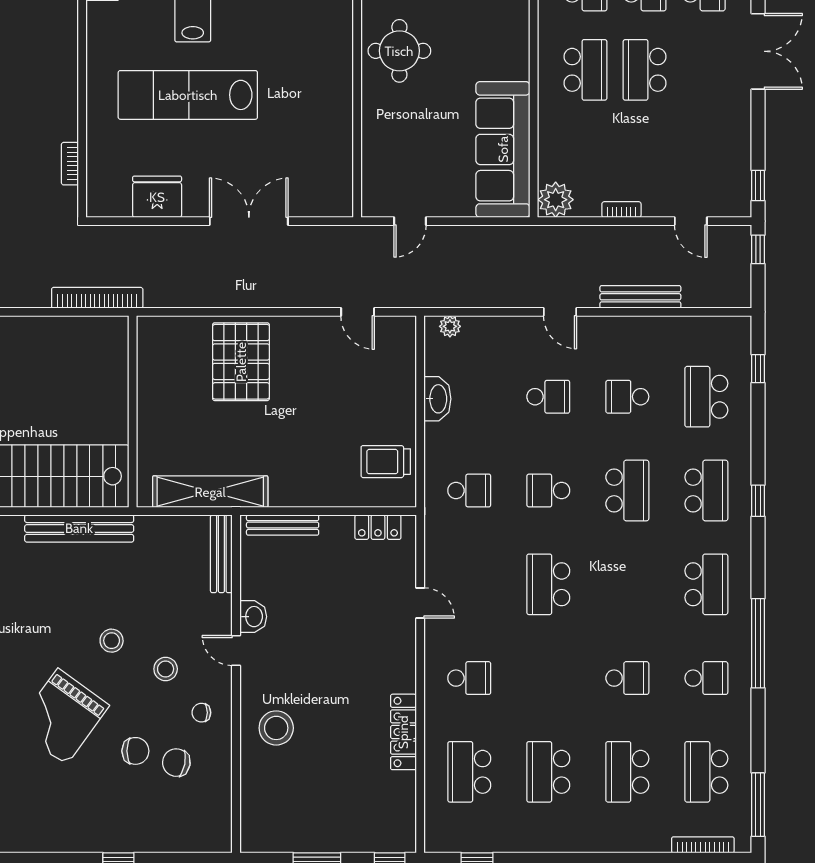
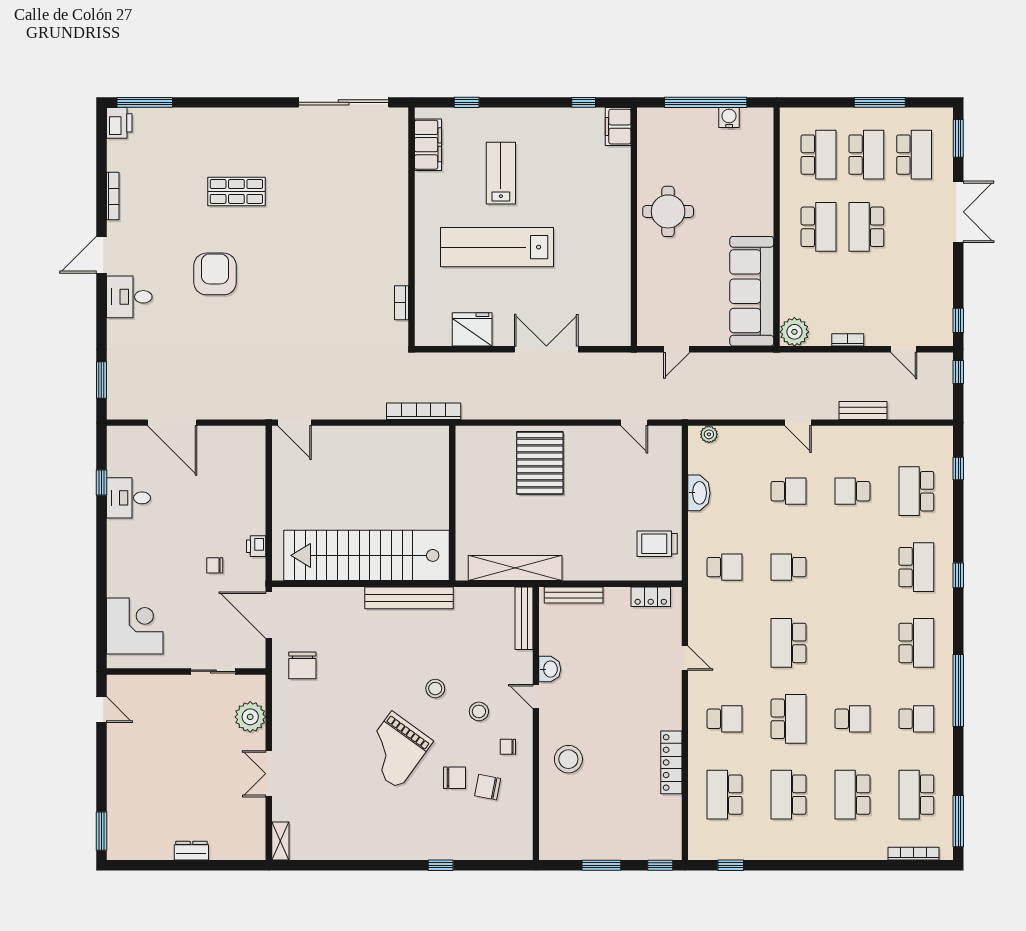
bench: (640, 297) -> (863, 410), width x0.73
school desk: (627, 491) -> (789, 719), moved

